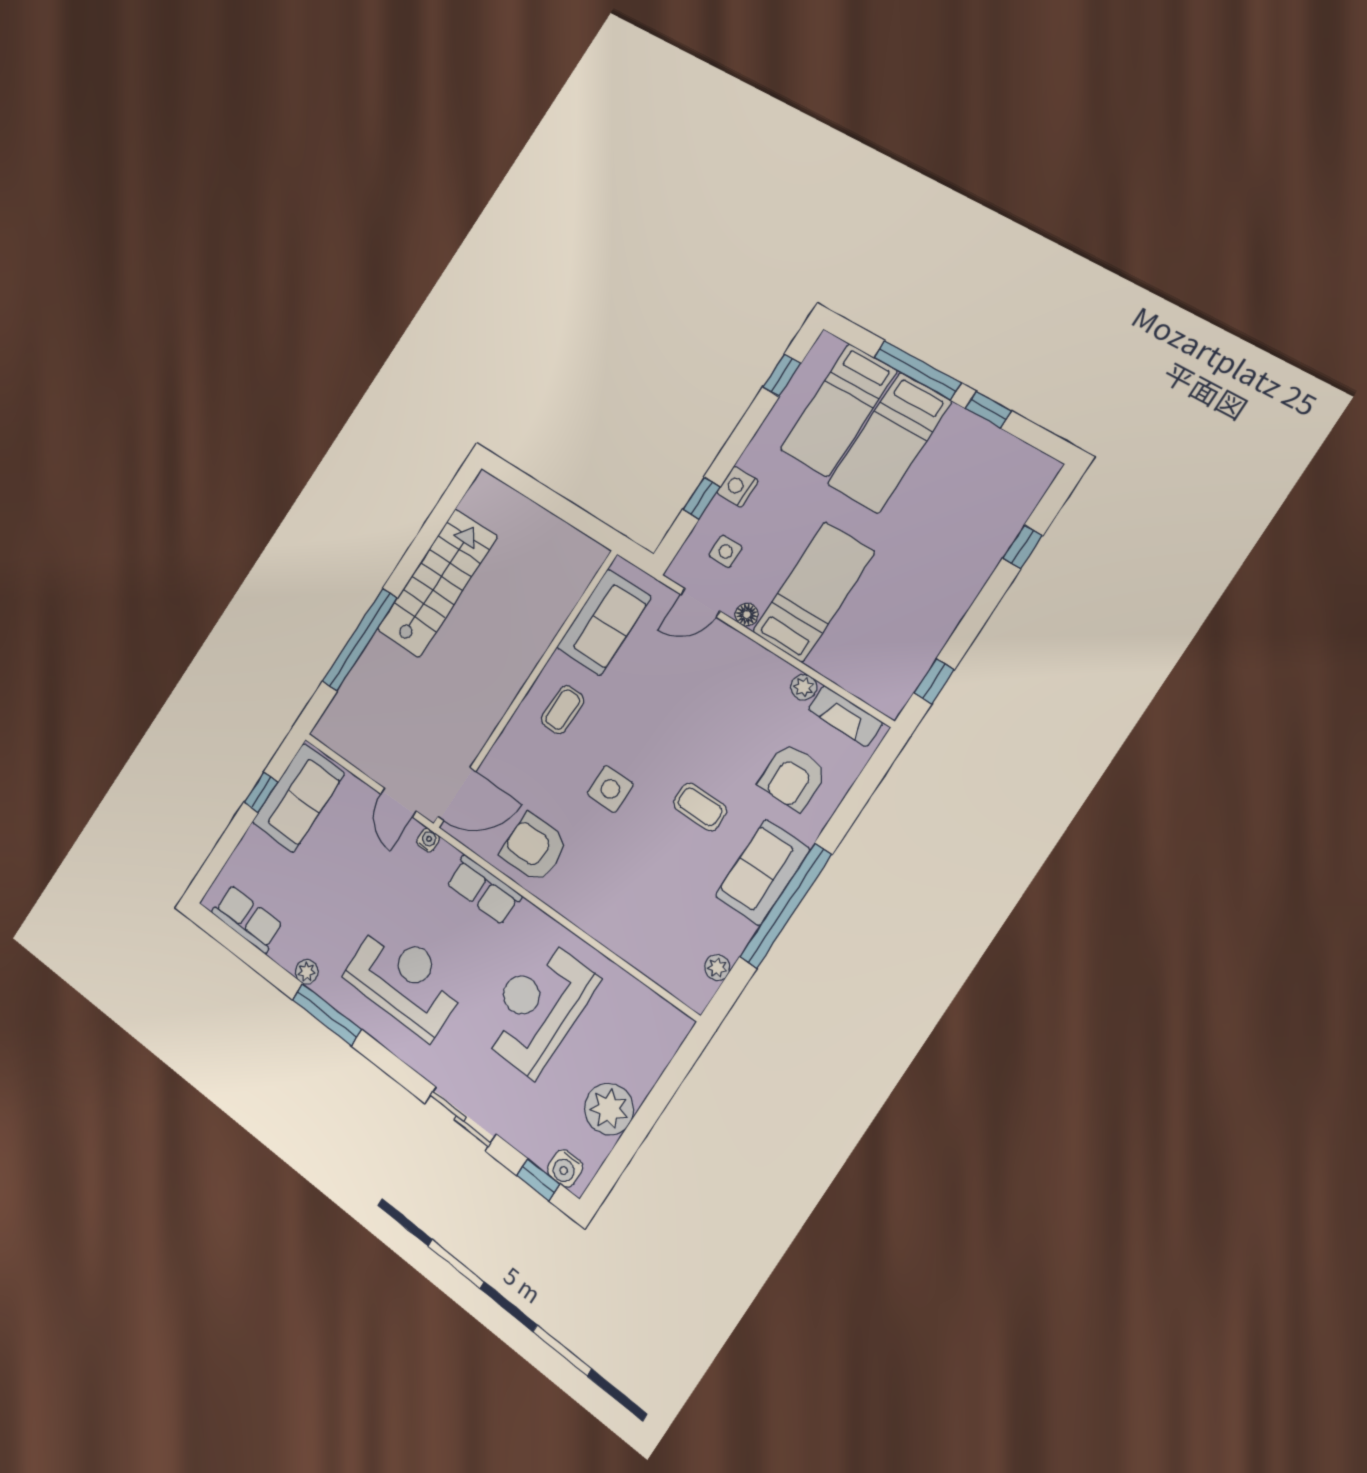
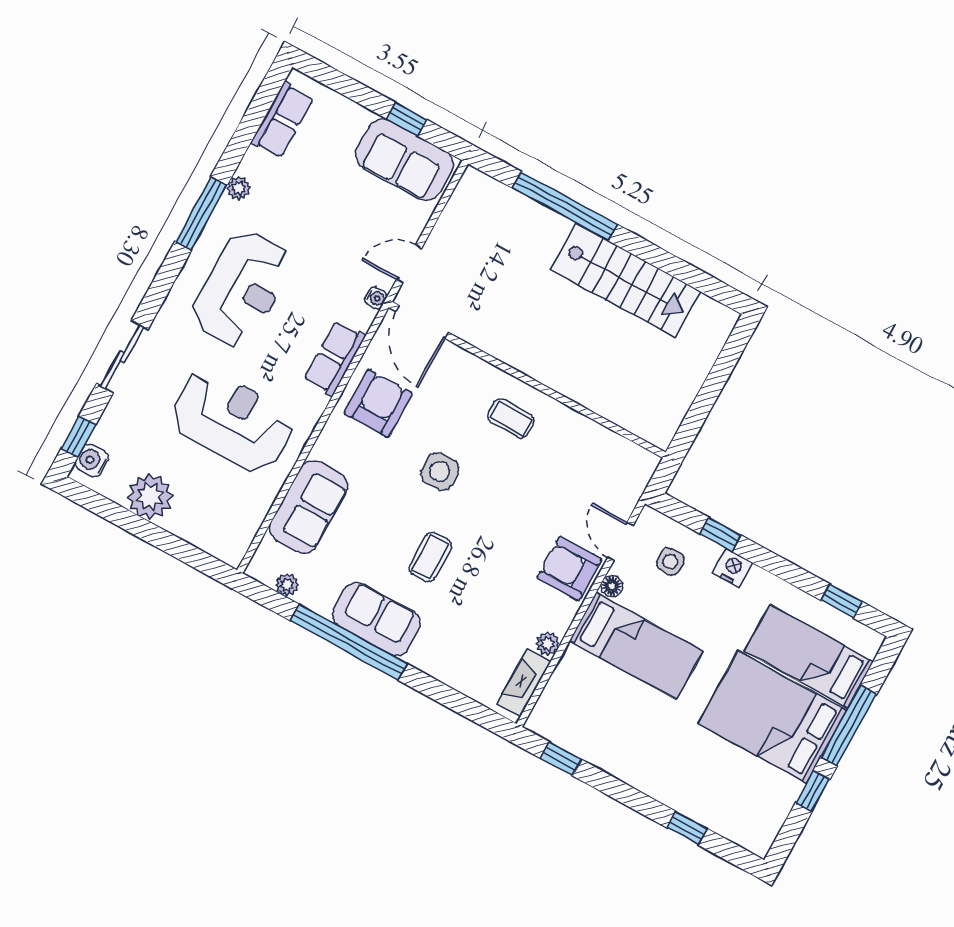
bed: (889, 443) -> (772, 717), width x1.50
sofa: (604, 622) -> (309, 507), moved, turned -90
armchair: (793, 777) -> (569, 569), moved

